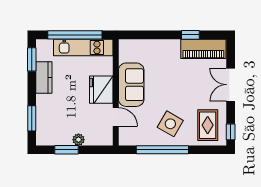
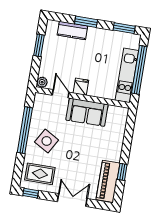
kitchen counter: (44, 77) -> (72, 31), moved
fridge: (101, 90) -> (81, 87), width x0.53, depth x0.75
door: (116, 117) -> (61, 94), swing flipped
window: (32, 118) -> (86, 22), moved
plant: (79, 140) -> (42, 82), moved

